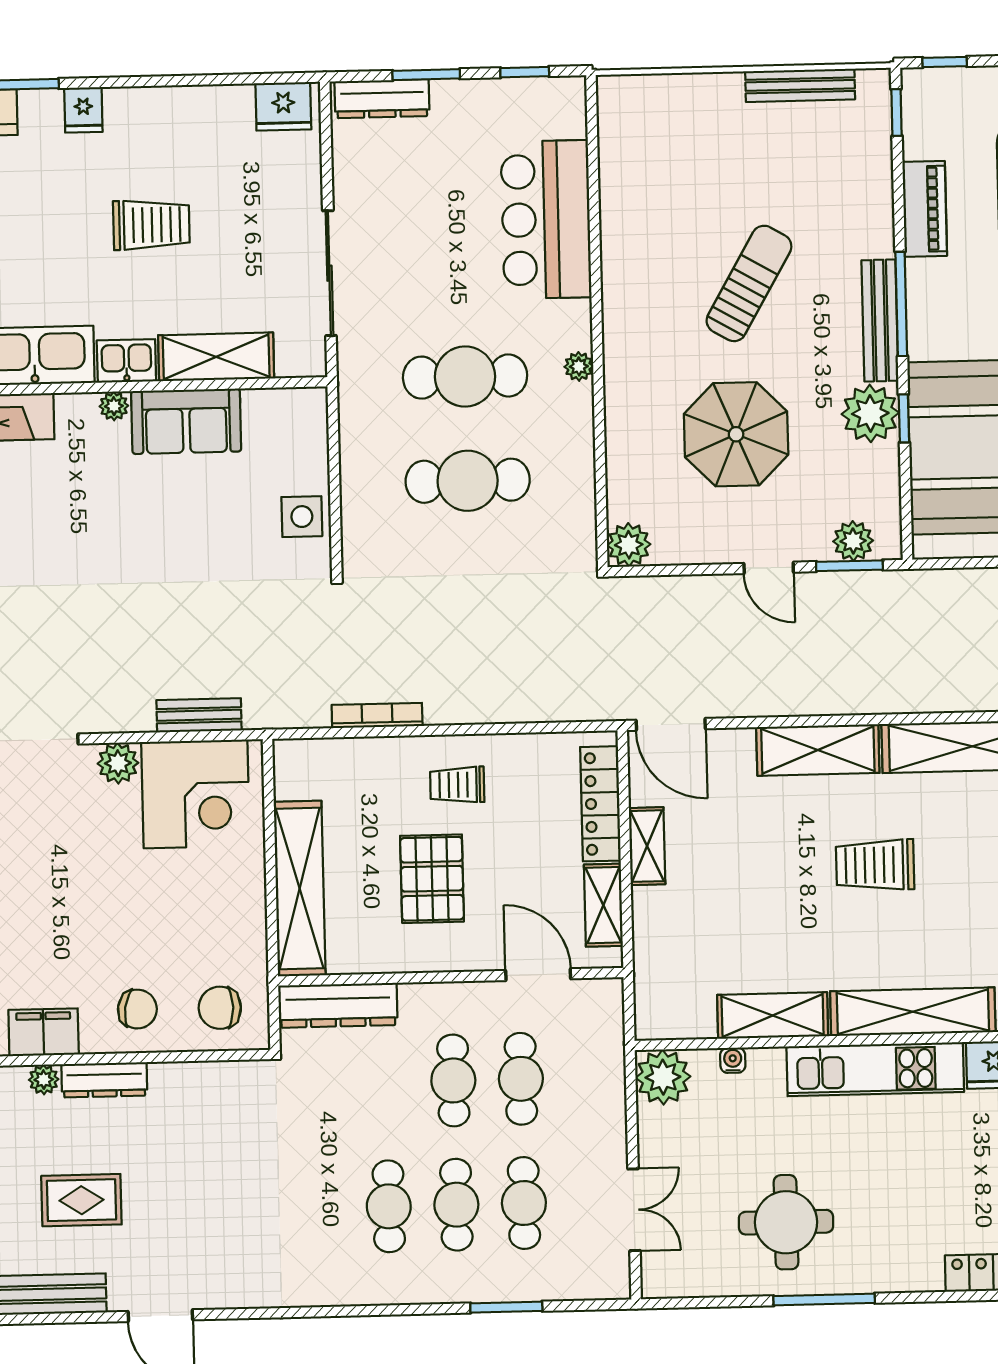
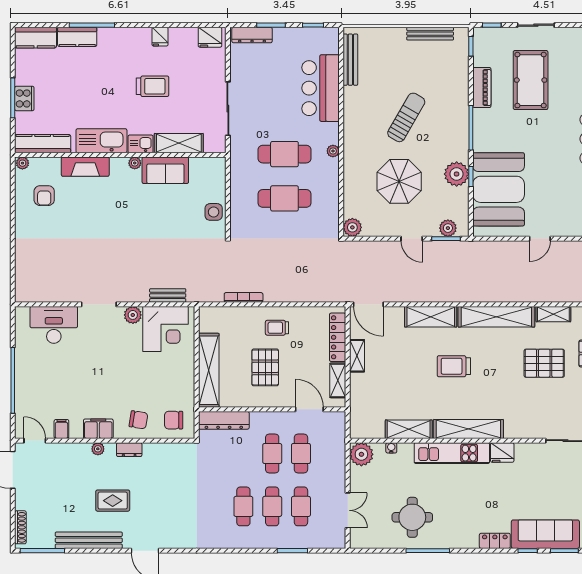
fridge: (83, 110) -> (160, 37), moved
bench: (880, 321) -> (350, 60), moved
dresser: (104, 1080) -> (129, 450), width x0.70

